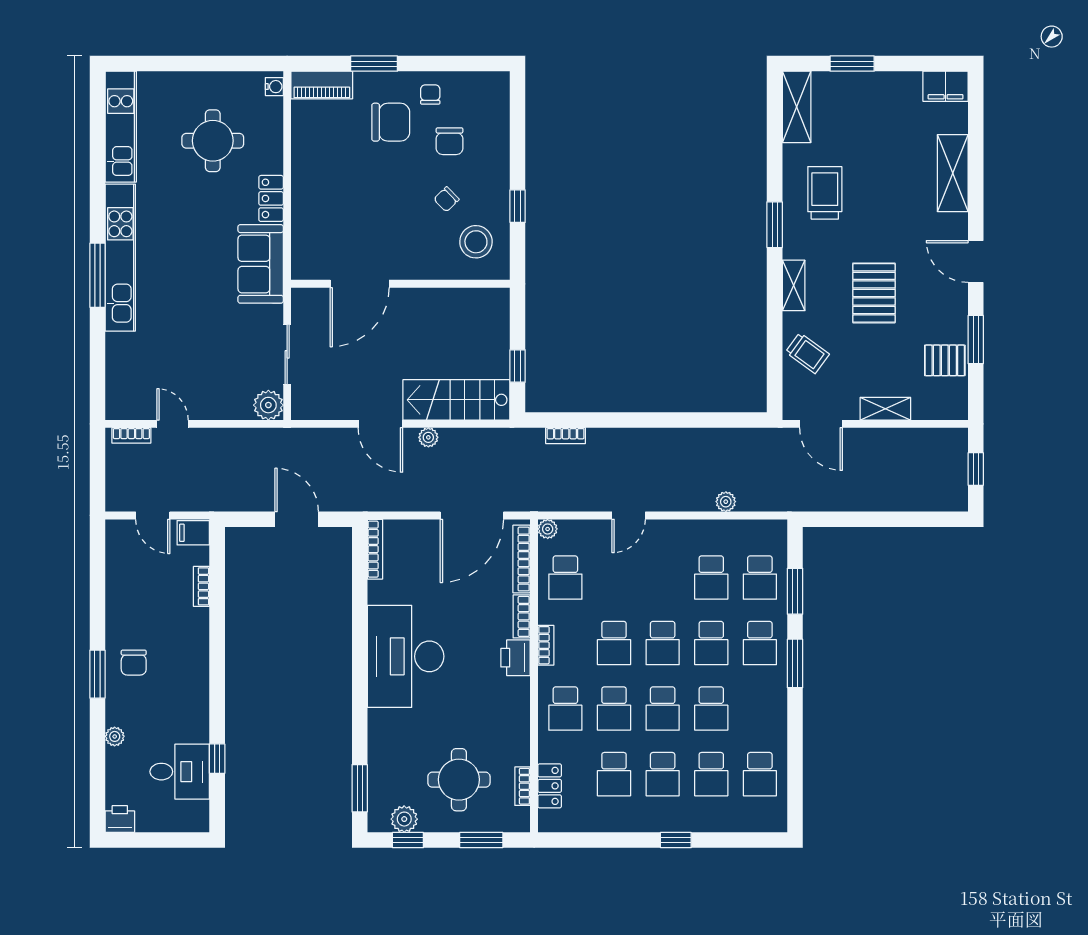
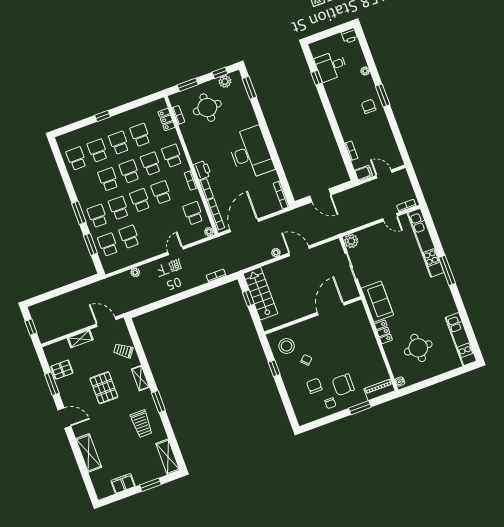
filing cabinet: (946, 86) -> (123, 484), moved
kitchen unit: (120, 258) -> (426, 243), moved
stairs: (456, 400) -> (260, 294), moved, turned -90

